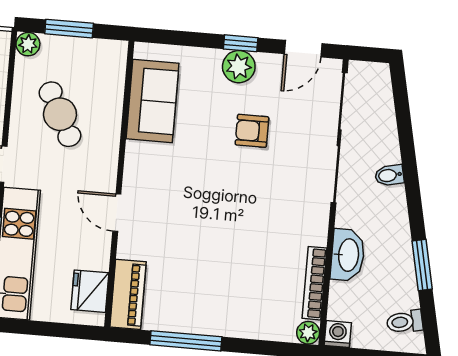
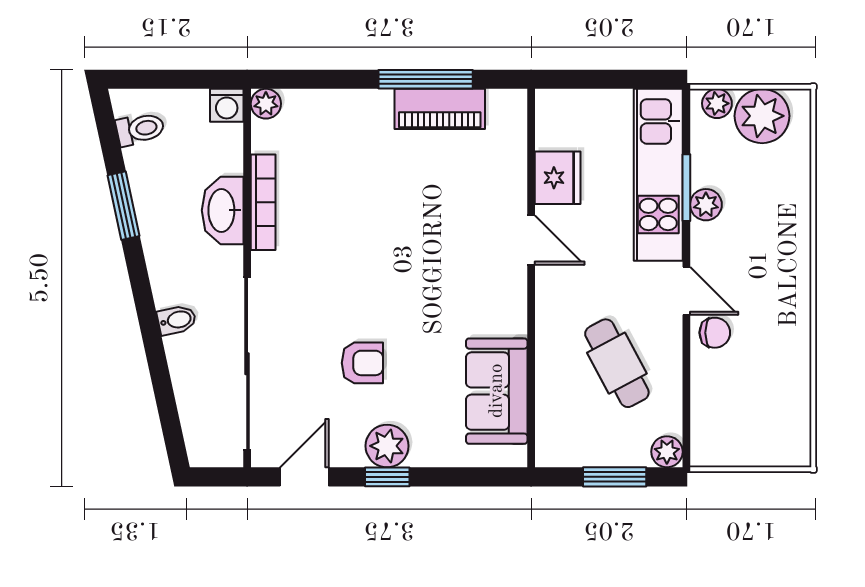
bookcase: (314, 283) -> (263, 202), moved
fridge: (90, 291) -> (558, 178), moved
piano: (128, 294) -> (440, 109), moved, turned -90

